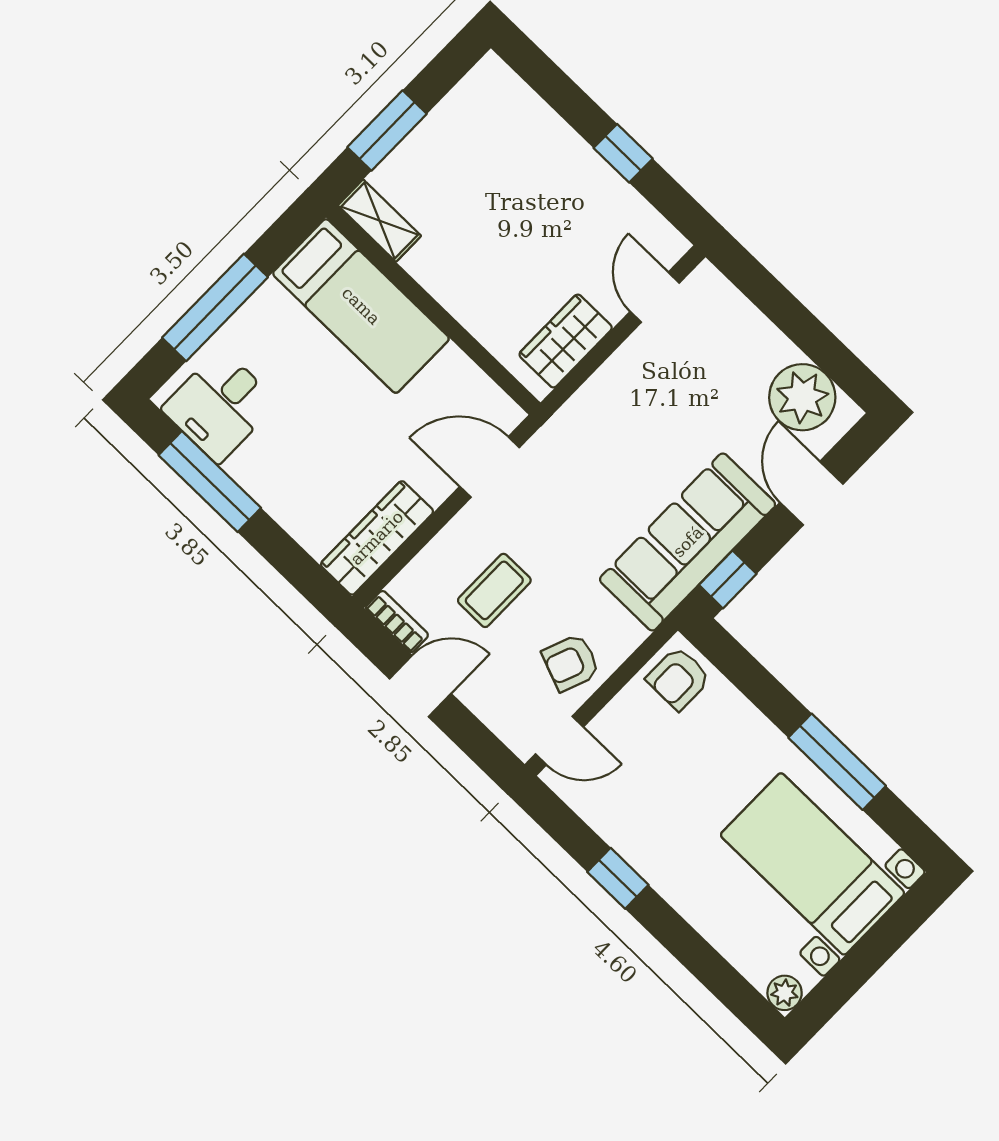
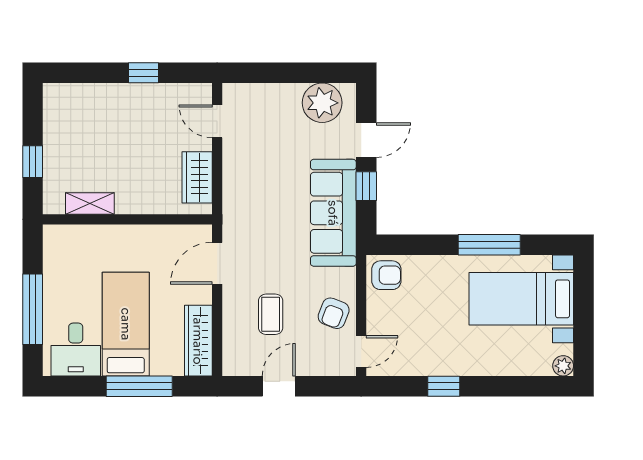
window: (387, 131) -> (33, 162), width x0.67
shelving: (379, 221) -> (90, 203), moved
bed: (361, 306) -> (126, 324), moved, turned -90
window: (210, 482) -> (139, 386), moved
door: (812, 493) -> (366, 140), swing flipped
window: (728, 579) -> (366, 186), moved
bookcase: (397, 622) -> (242, 368), removed
armchair: (678, 678) -> (386, 275), turned -90

